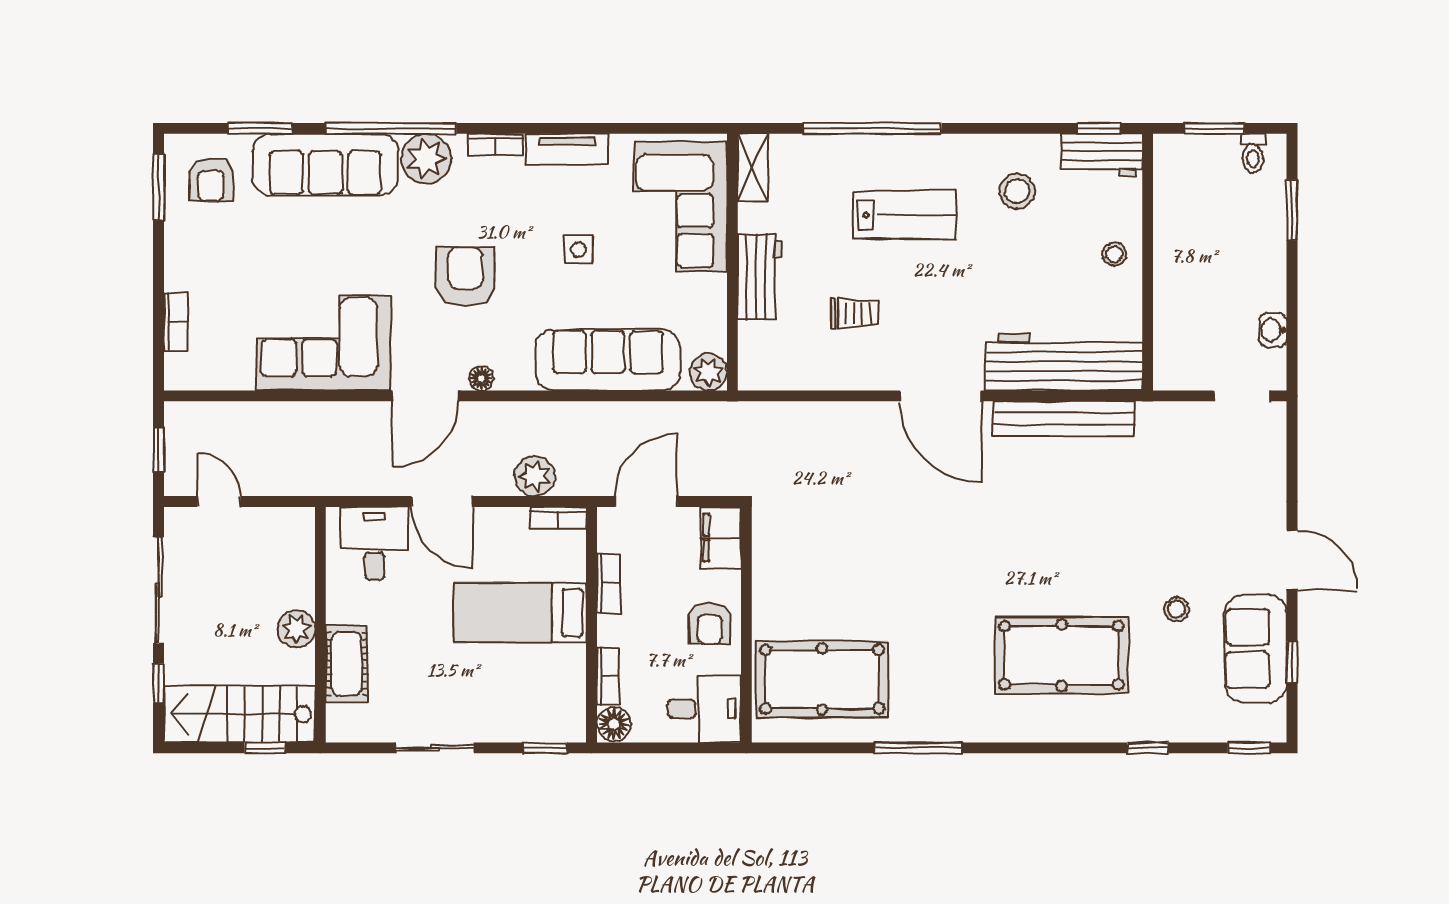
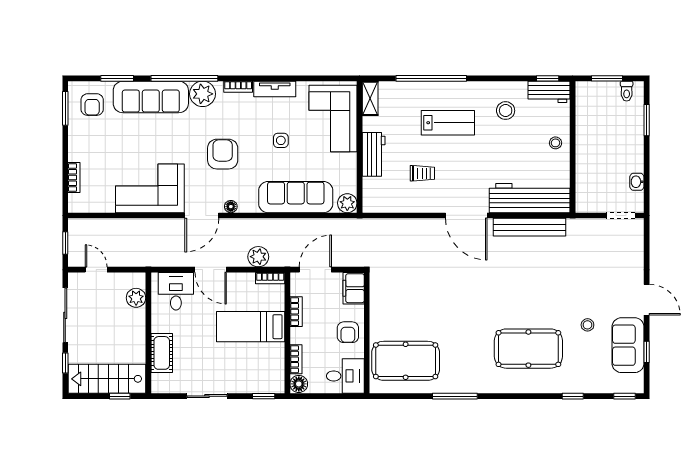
plant: (296, 629) -> (136, 298), moved

